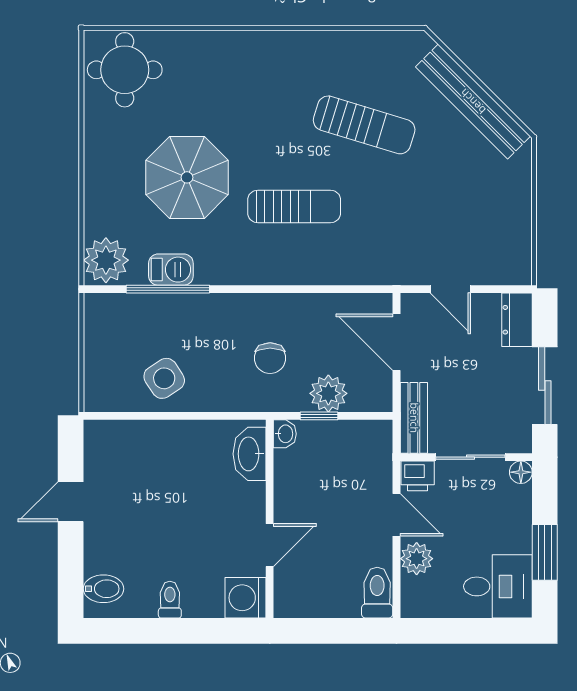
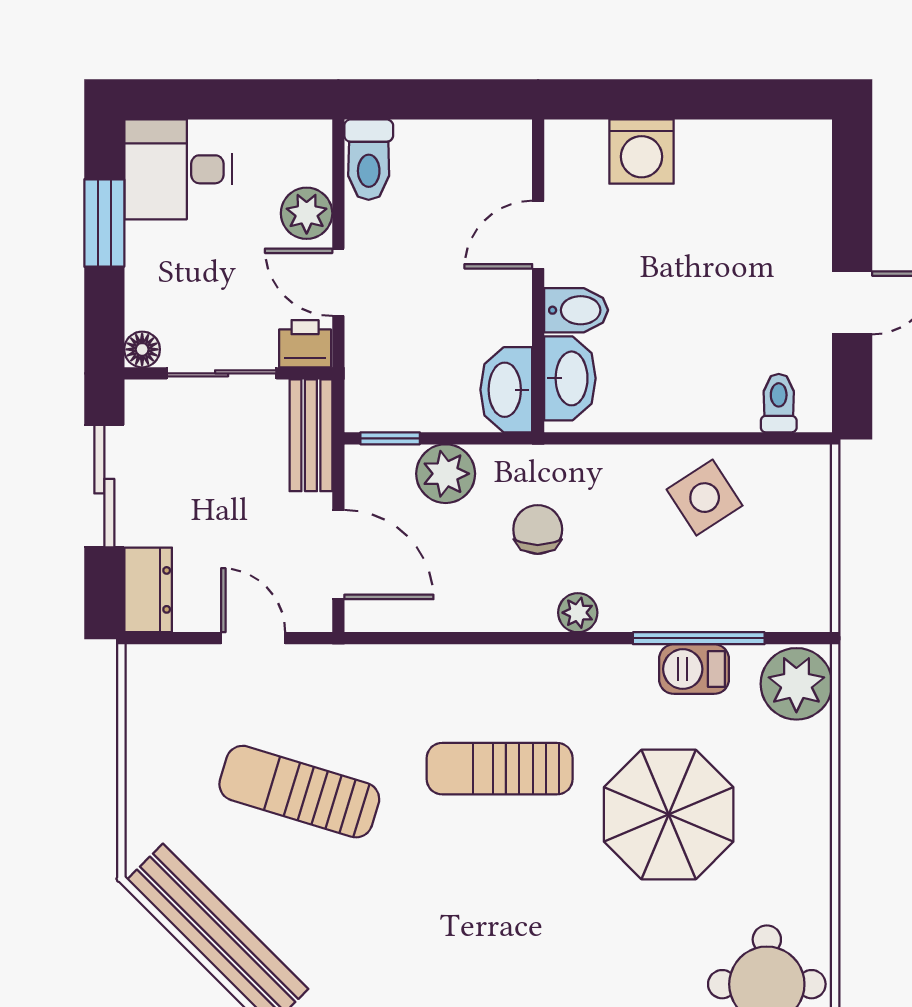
sun lounger: (364, 125) -> (299, 792), moved
plant: (245, 305) -> (578, 613), added
window: (319, 416) -> (390, 438), moved
washbasin: (285, 434) -> (506, 390), width x1.91, depth x1.45
bidet: (103, 589) -> (576, 310), moved, turned 180
washing machine: (245, 598) -> (642, 151), moved, turned 90
toilet: (170, 600) -> (779, 403), moved, turned 180

